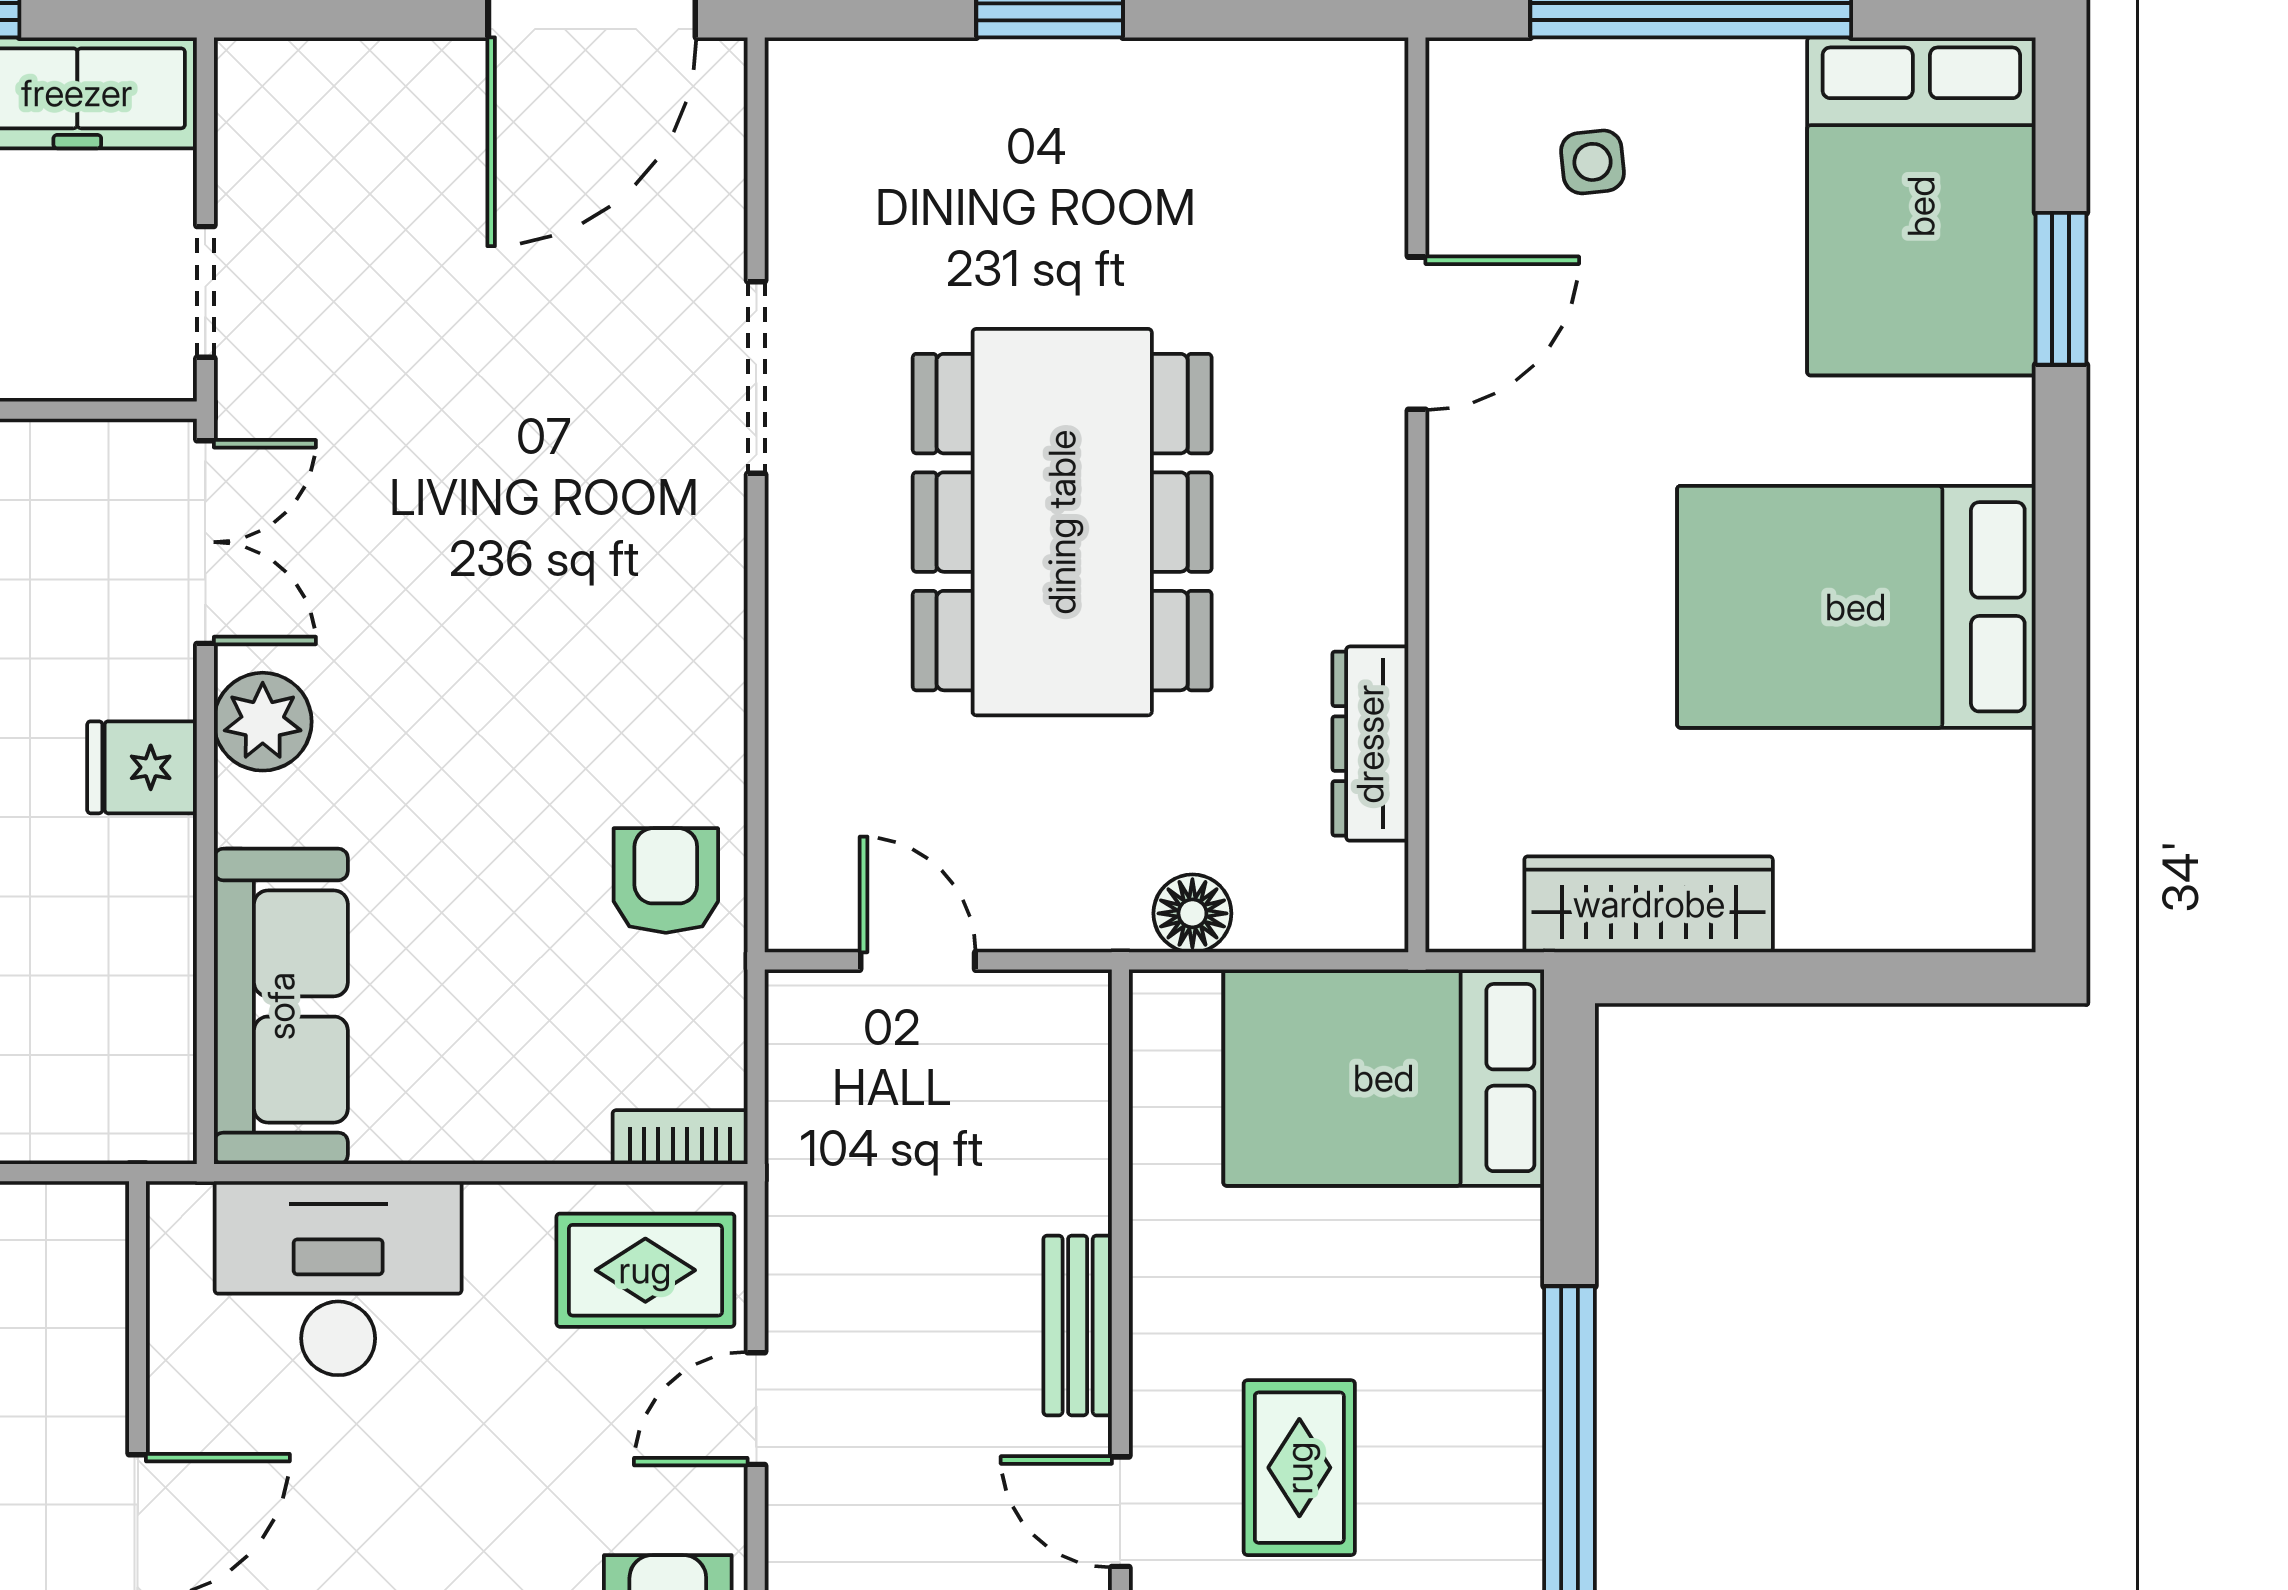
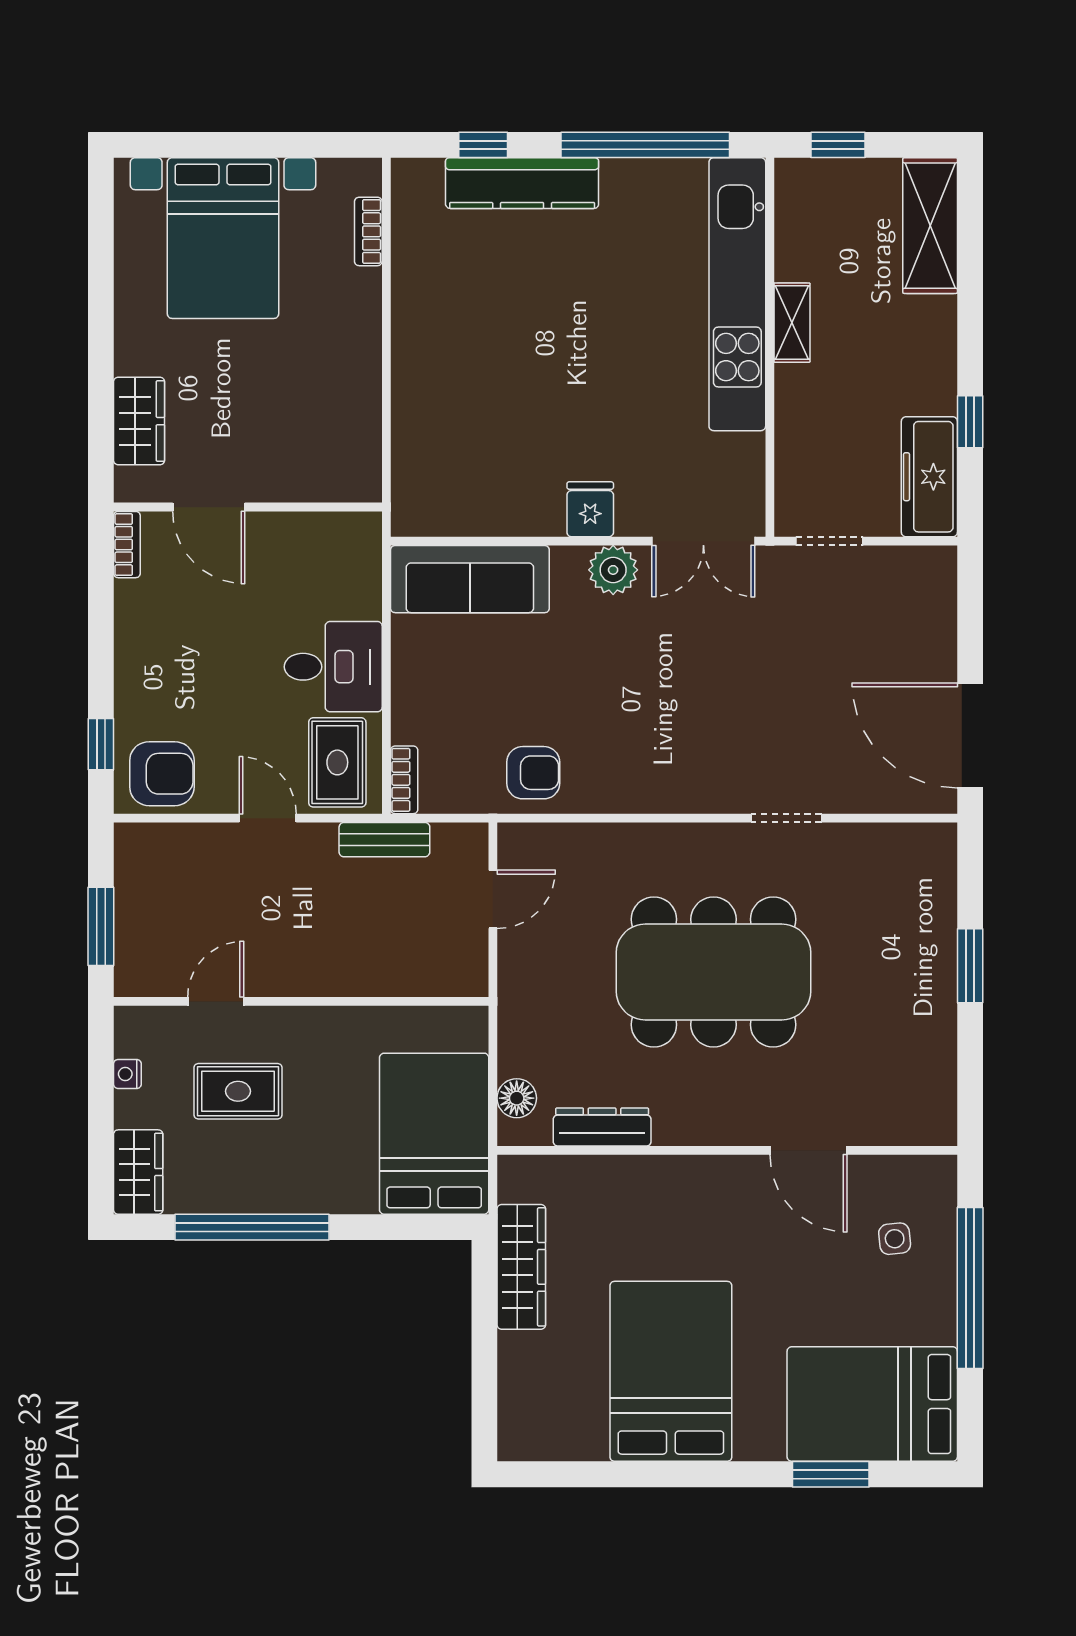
doorway: (756, 377) -> (786, 818), width x0.73
floor lamp: (1192, 913) -> (517, 1098), moved
desk: (338, 1278) -> (333, 667), moved, width x0.73
bench: (1078, 1325) -> (384, 840), moved

